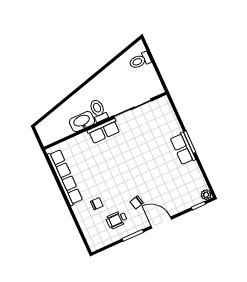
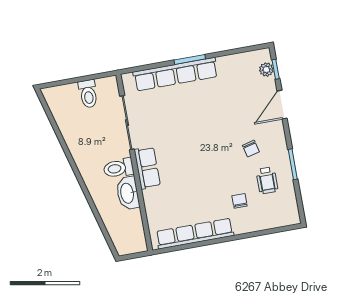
toilet: (140, 61) -> (88, 94), moved
row of seats: (183, 149) -> (175, 74), width x2.02
plant: (206, 195) -> (266, 70), moved
door: (161, 223) -> (282, 105), moved

